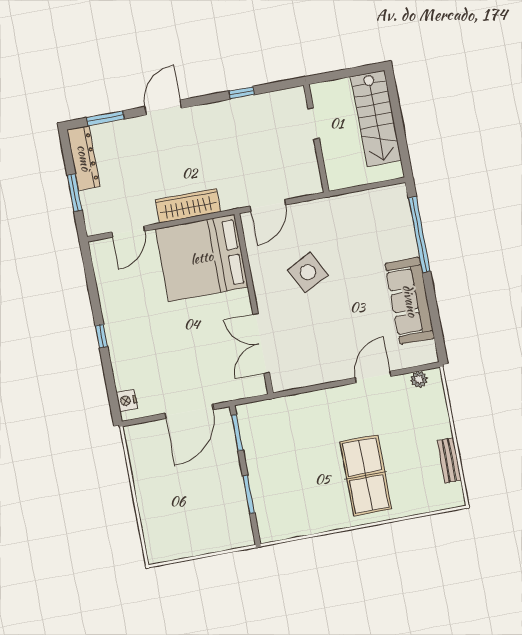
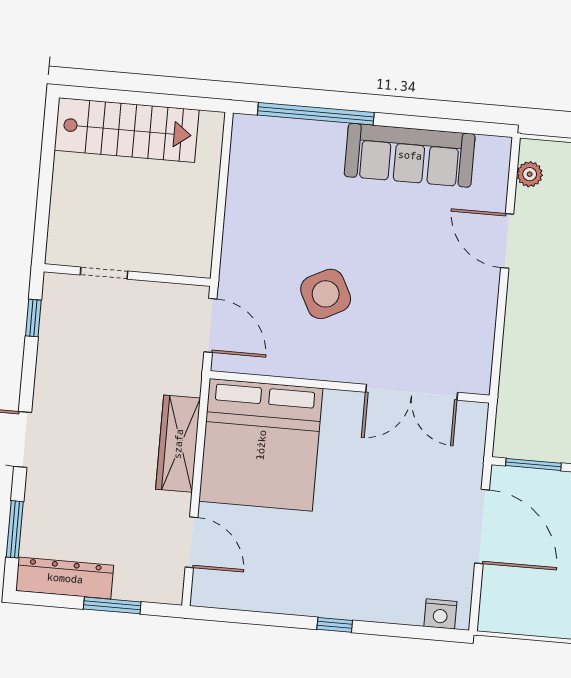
doorway: (314, 124) -> (104, 273), moved
wall: (316, 138) -> (127, 275), moved

